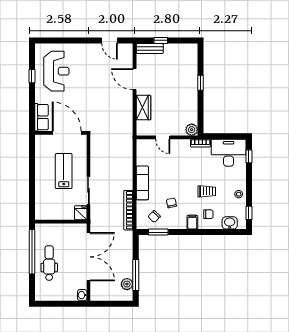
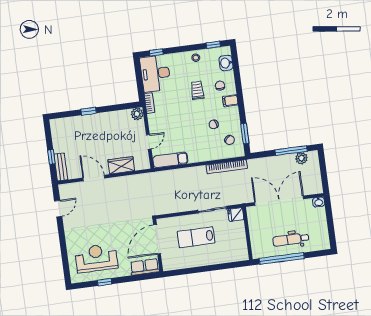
door: (135, 79) -> (94, 178), swing flipped
exam couch: (142, 183) -> (170, 160), moved

